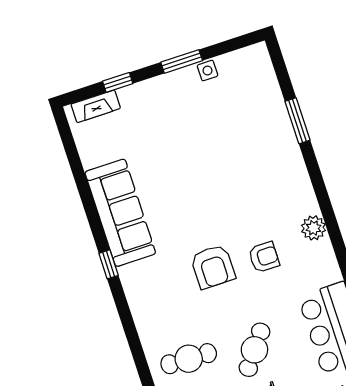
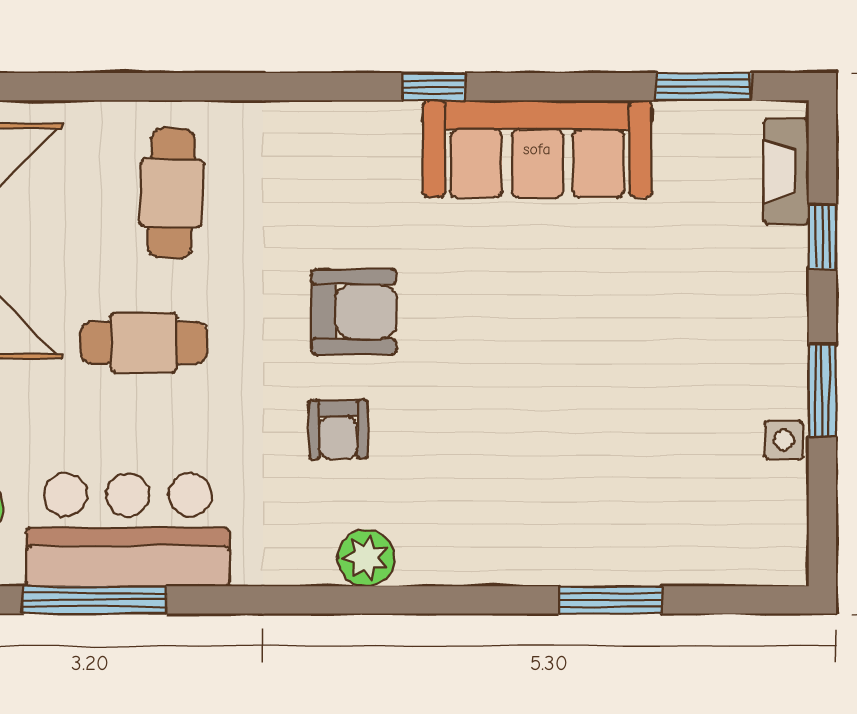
window: (72, 152) -> (703, 87), added
armchair: (213, 267) -> (354, 312), turned 180
cafe table: (254, 350) -> (144, 343), turned -37

